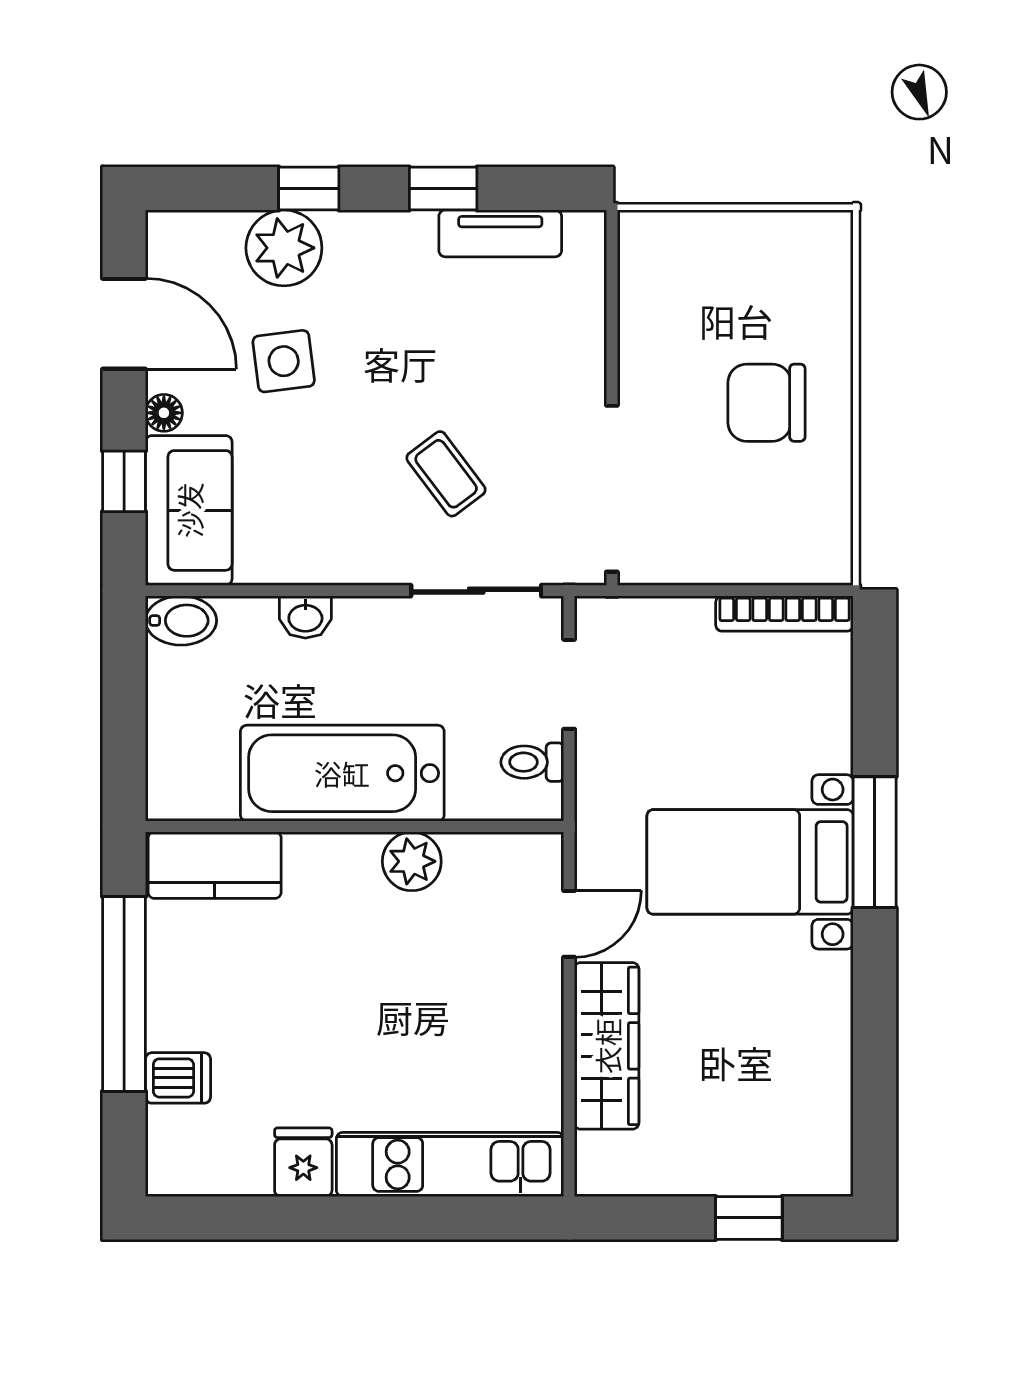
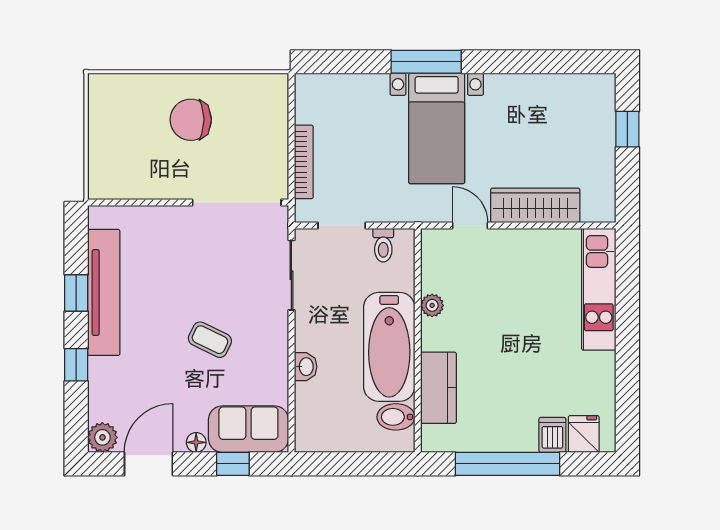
tv unit: (500, 233) -> (104, 292), width x1.92, depth x1.29
plant: (284, 248) -> (102, 437), moved, width x0.73, depth x0.73
side table: (284, 361) -> (169, 378), removed
chair: (766, 403) -> (191, 120), turned 90
coffee table: (446, 474) -> (210, 340), moved, turned 63
bookcase: (784, 614) -> (304, 162), moved
bidet: (181, 621) -> (396, 417), moved, turned -90
plant: (412, 861) -> (432, 305), width x0.73, depth x0.73
kitchen counter: (215, 865) -> (438, 388), moved
fridge: (303, 1162) -> (584, 434), moved, turned 90

